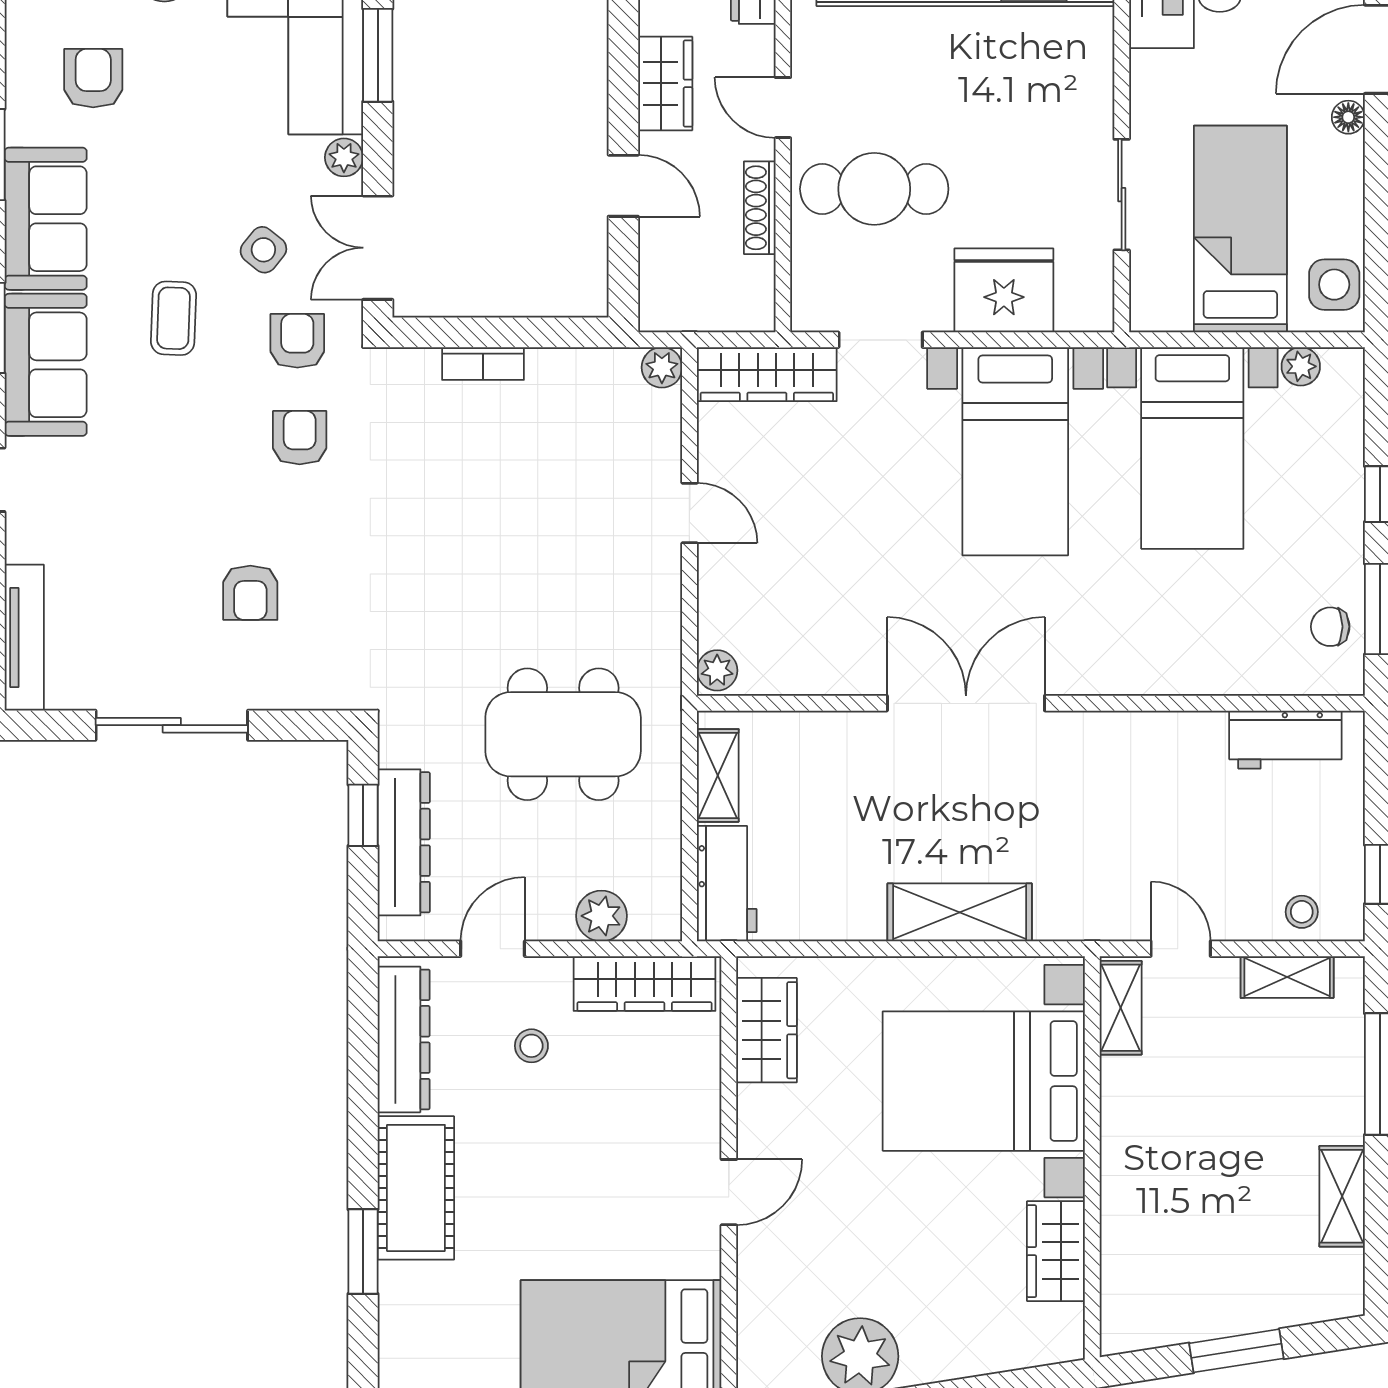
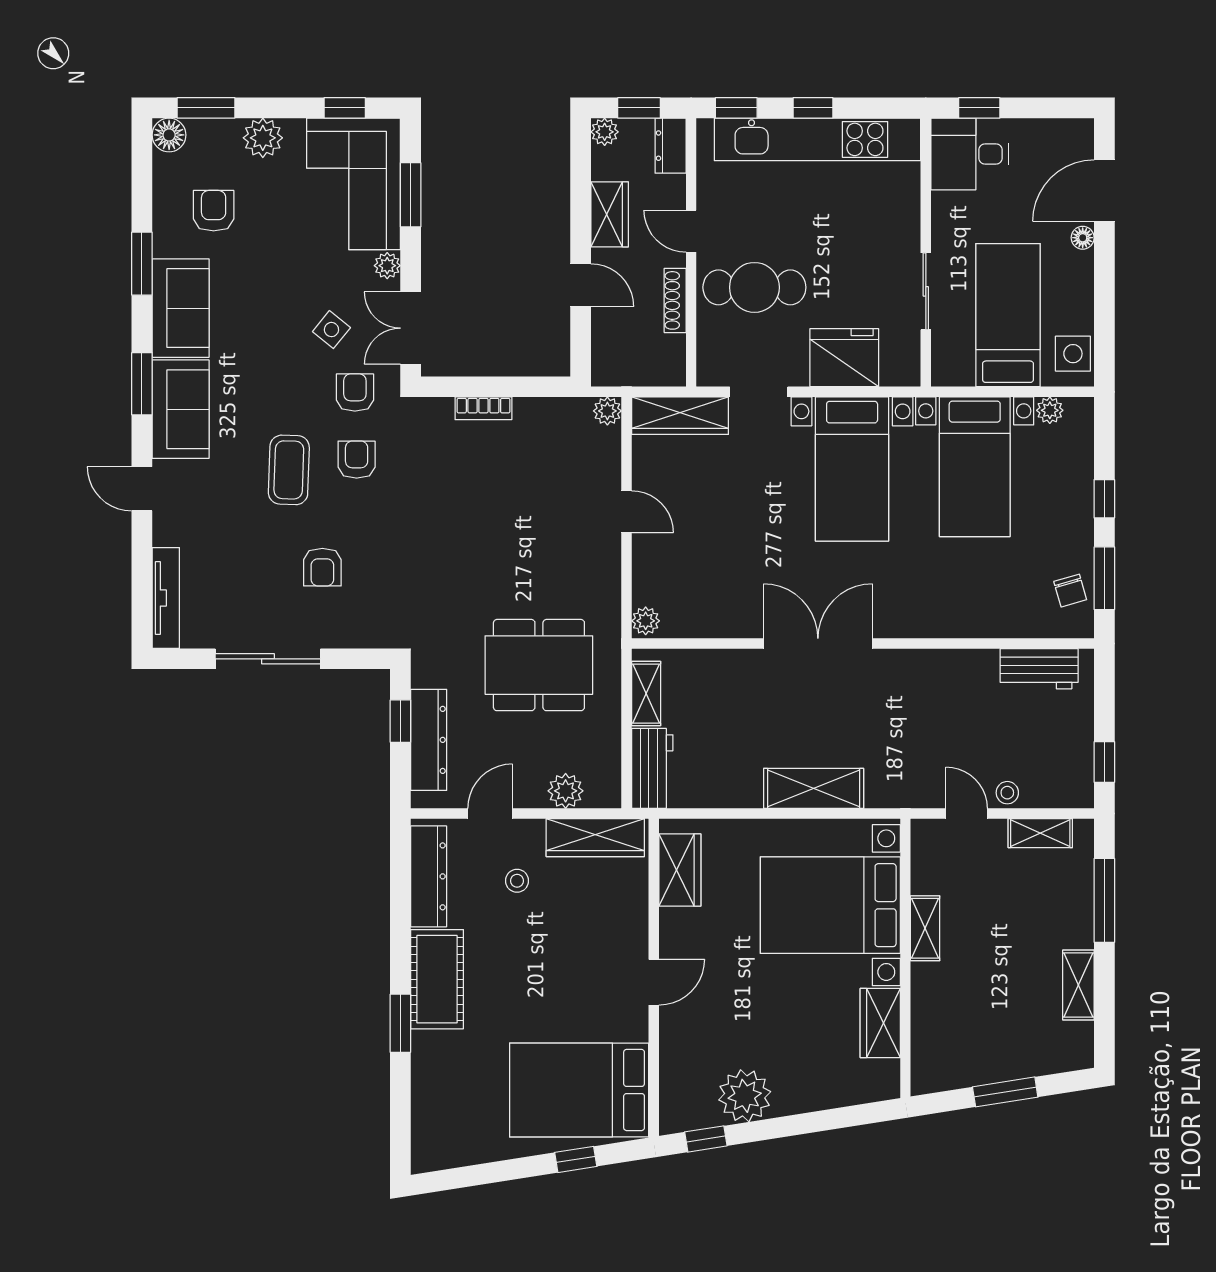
coffee table: (174, 318) -> (289, 470), moved, width x1.36, depth x1.30
chair: (1330, 627) -> (1070, 591), turned -106
stool: (1302, 912) -> (1007, 793), moved
shelving: (1121, 1008) -> (925, 928), moved

